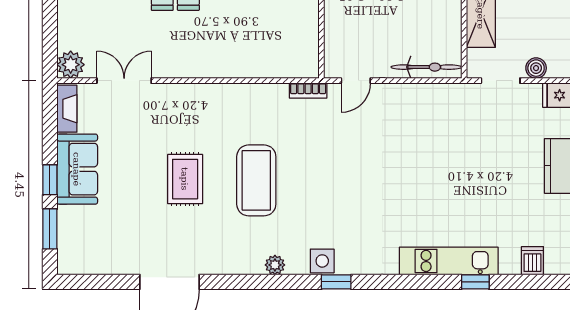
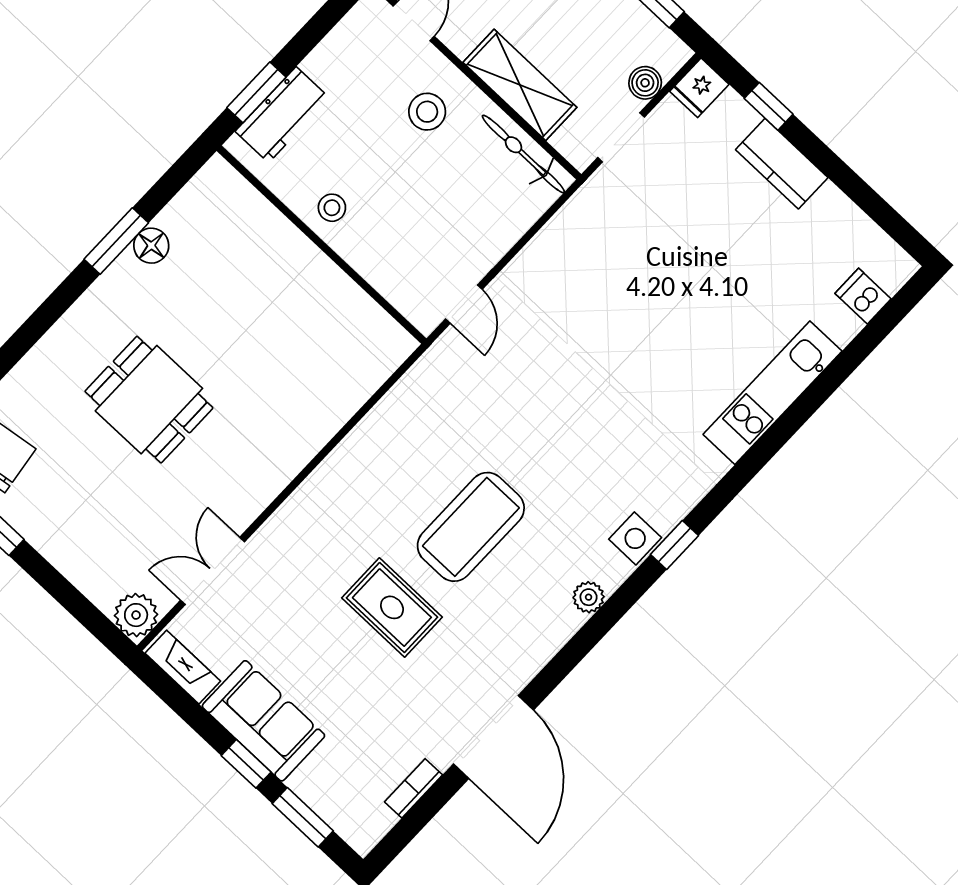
bicycle: (426, 67) -> (523, 154), moved, turned -90
bookcase: (308, 91) -> (413, 788), moved, turned 180
coffee table: (256, 180) -> (471, 527), turned 90
window: (475, 282) -> (825, 385), removed

